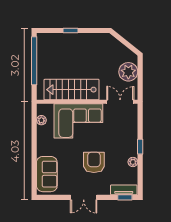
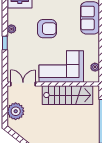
double door: (120, 102) -> (23, 84), swing flipped
armchair: (94, 162) -> (47, 29), turned -90

